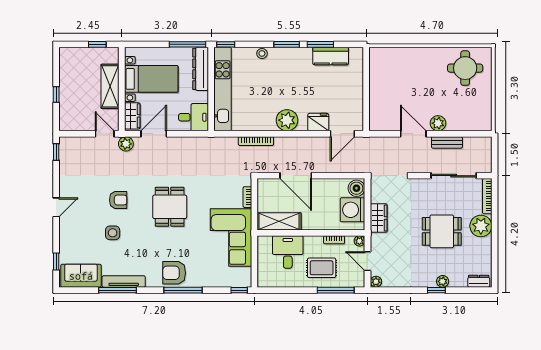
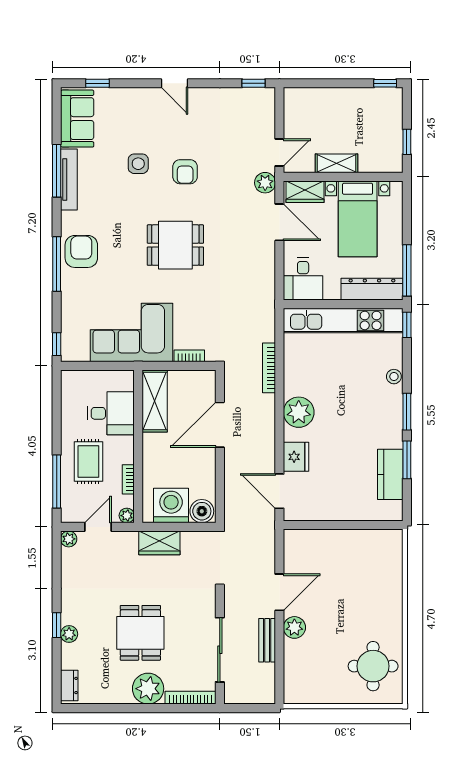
shelving: (110, 86) -> (337, 163), width x0.67, depth x0.75
window: (56, 95) -> (385, 83), moved

